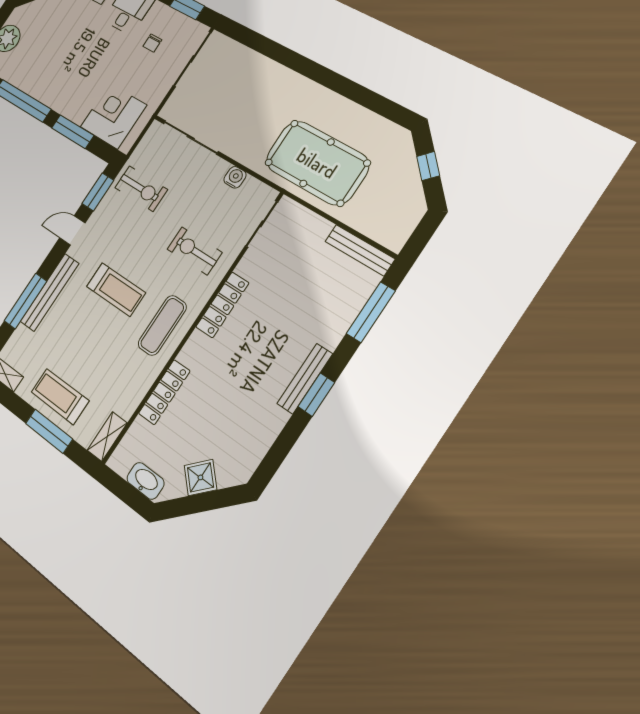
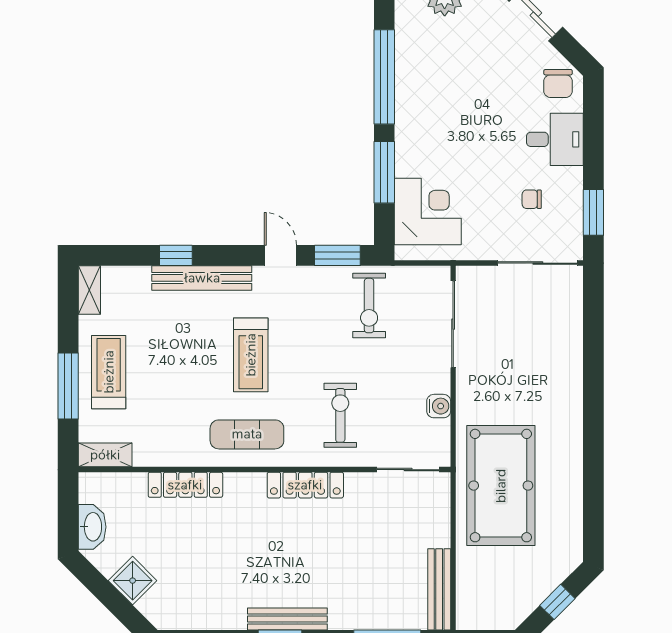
window: (25, 301) -> (176, 255), width x0.46

